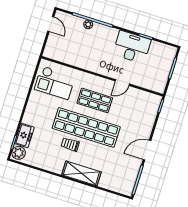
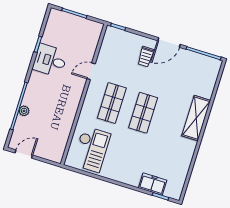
desk: (132, 47) -> (50, 60), width x0.73
door: (122, 83) -> (91, 71), swing flipped
shop shelf: (86, 128) -> (143, 113), width x0.50, depth x0.74
trolley: (70, 144) -> (146, 57), moved
door: (147, 150) -> (169, 43), hinge flipped
plant: (19, 153) -> (173, 191), removed

